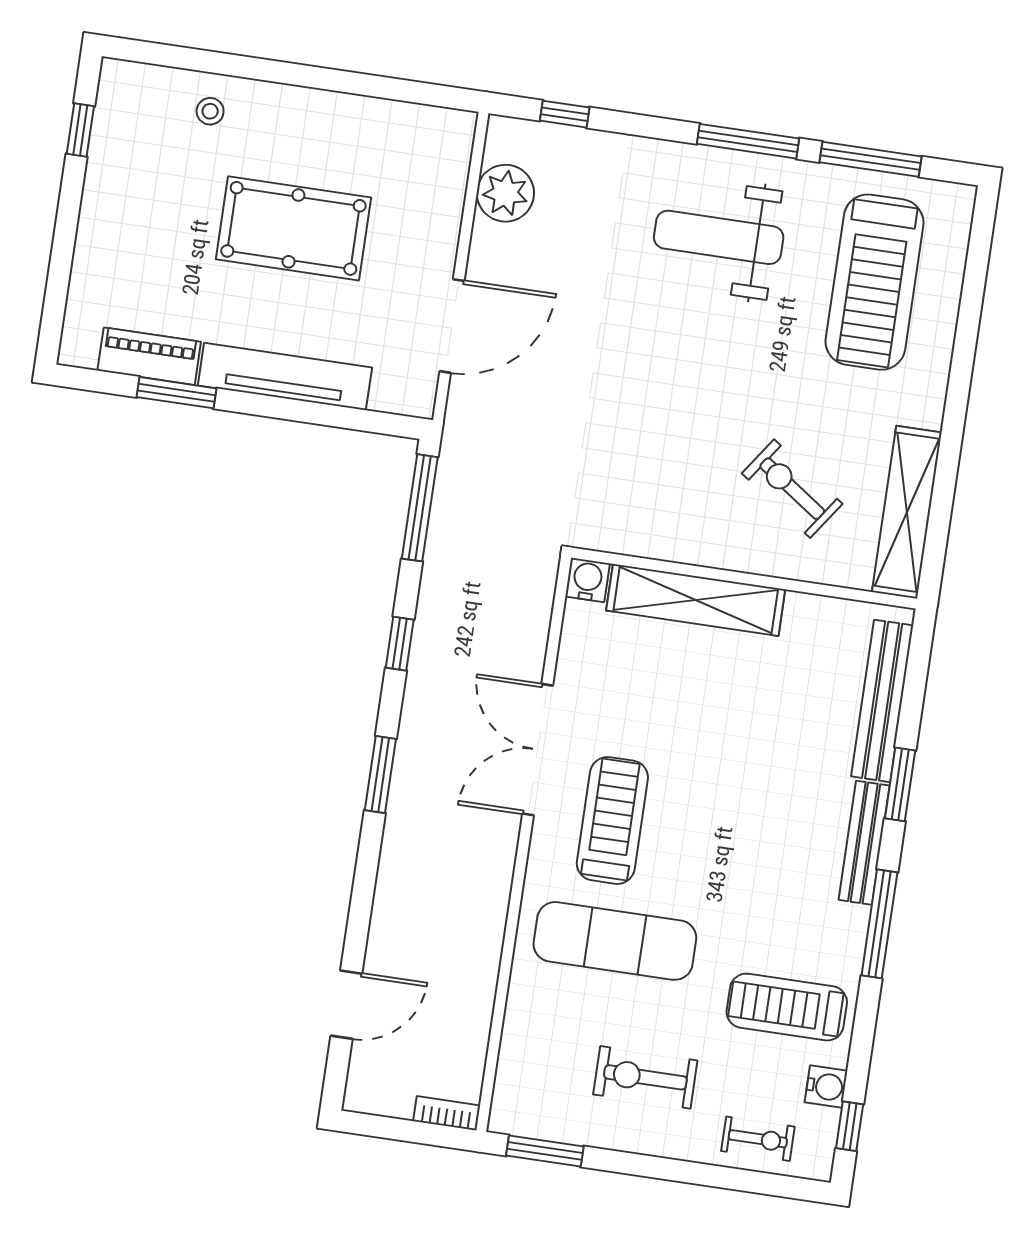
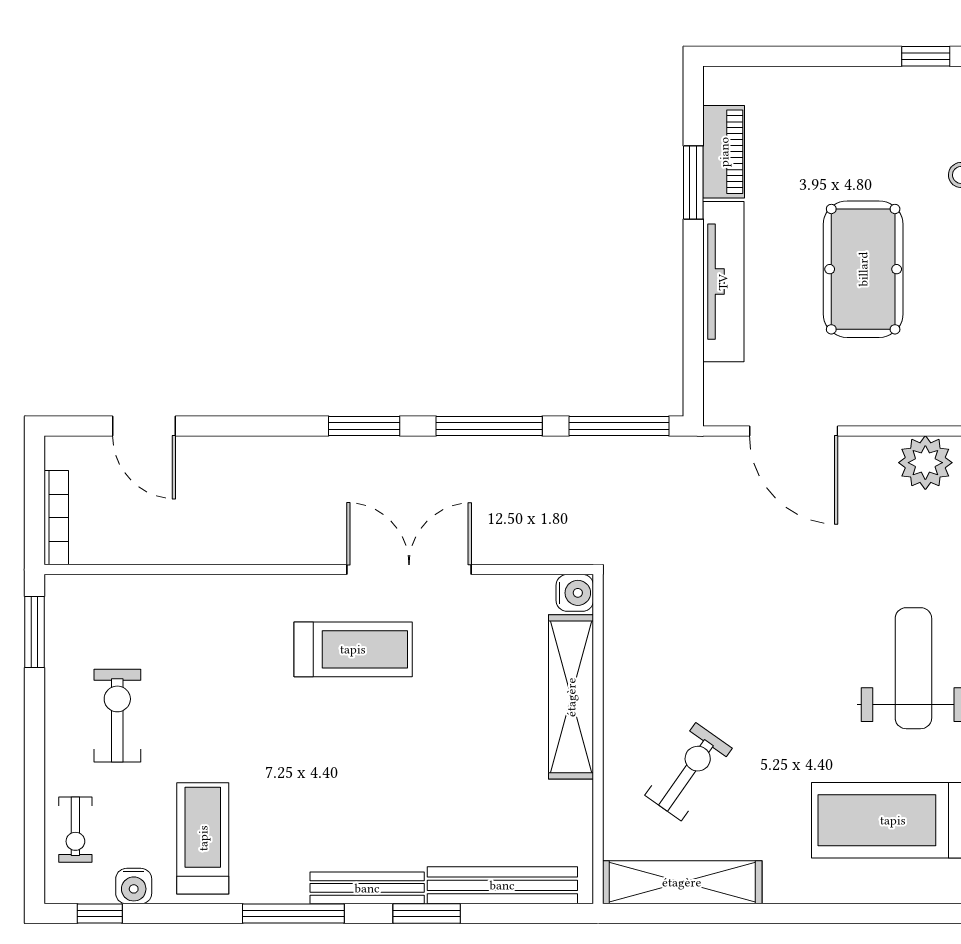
window: (400, 644) -> (489, 426), width x2.17
exercise mat: (615, 941) -> (241, 668), removed
bookcase: (447, 1113) -> (56, 518), width x1.56

